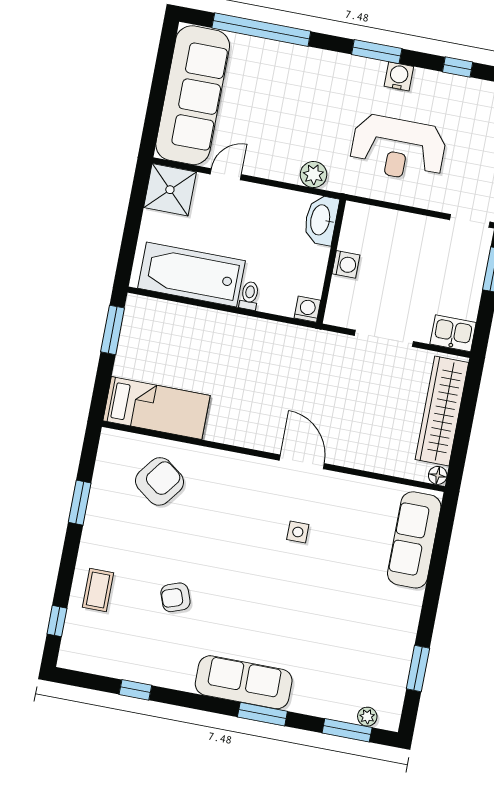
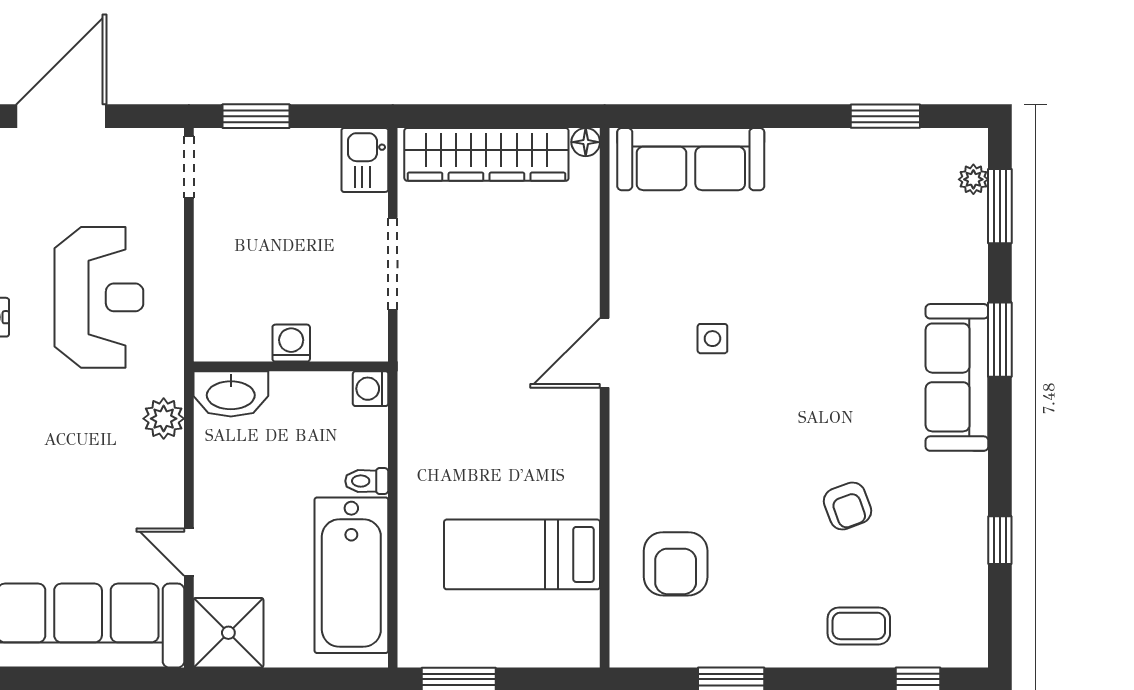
bed: (156, 408) -> (522, 554), moved, turned -90
armchair: (160, 481) -> (676, 564), turned -127

